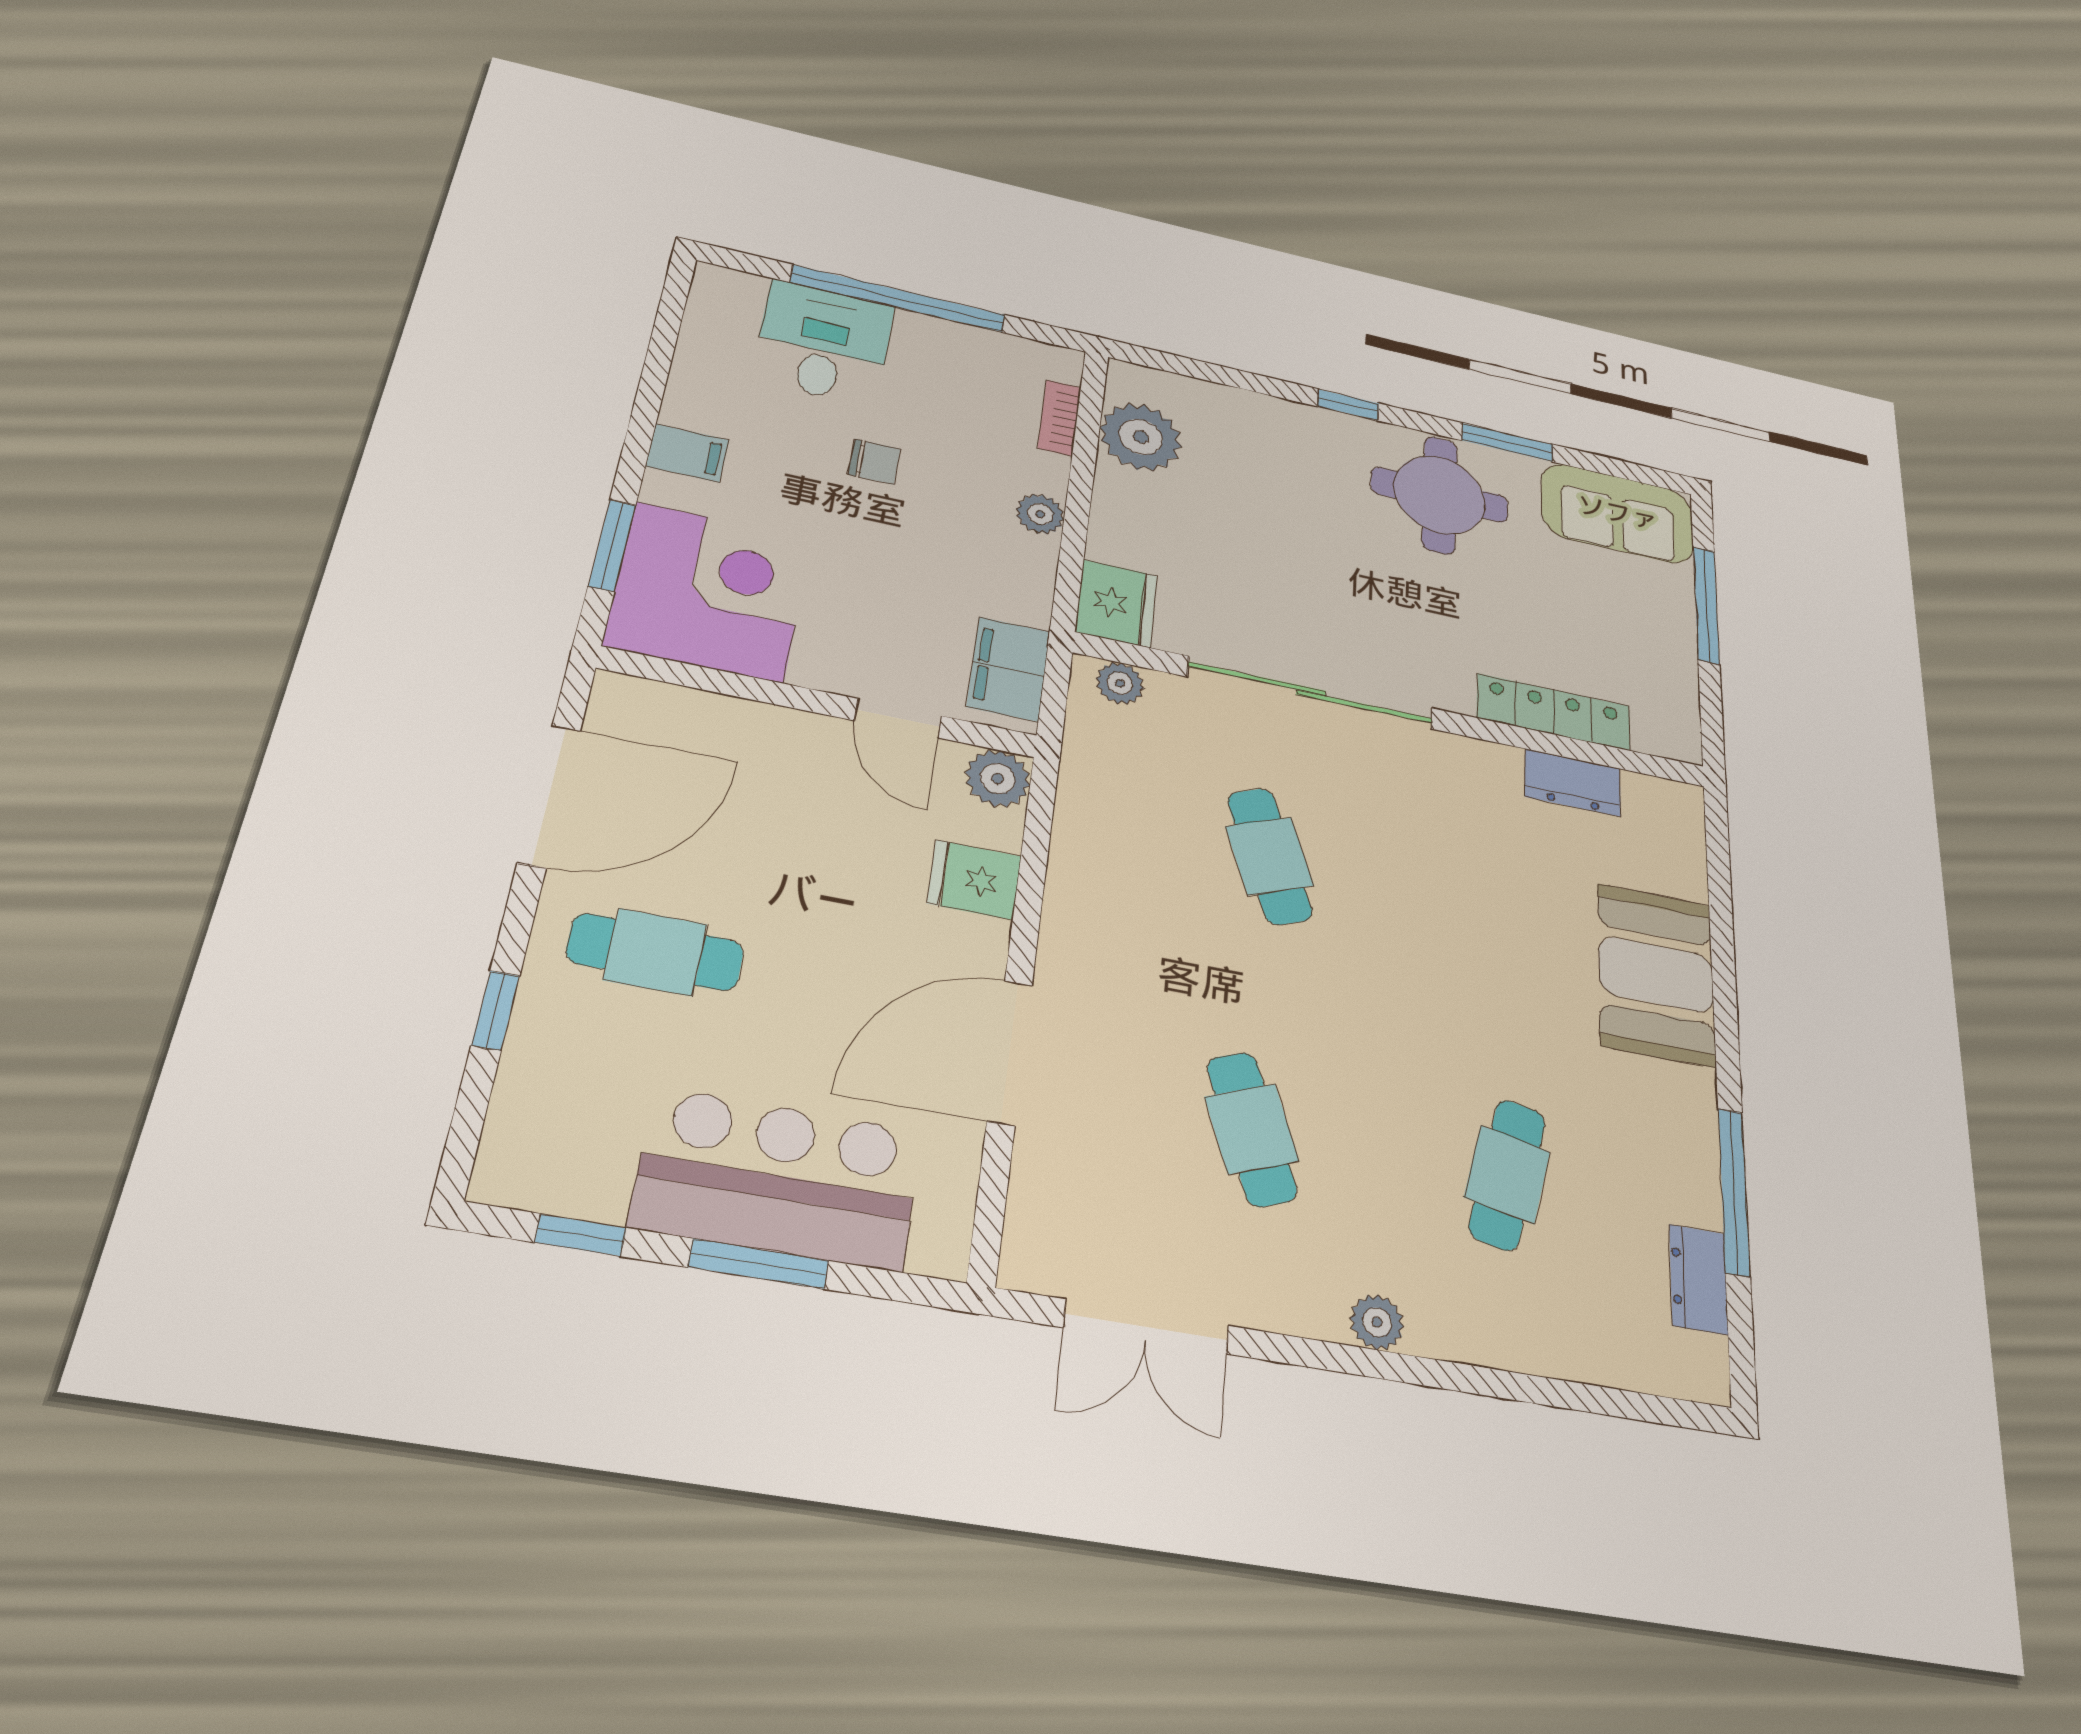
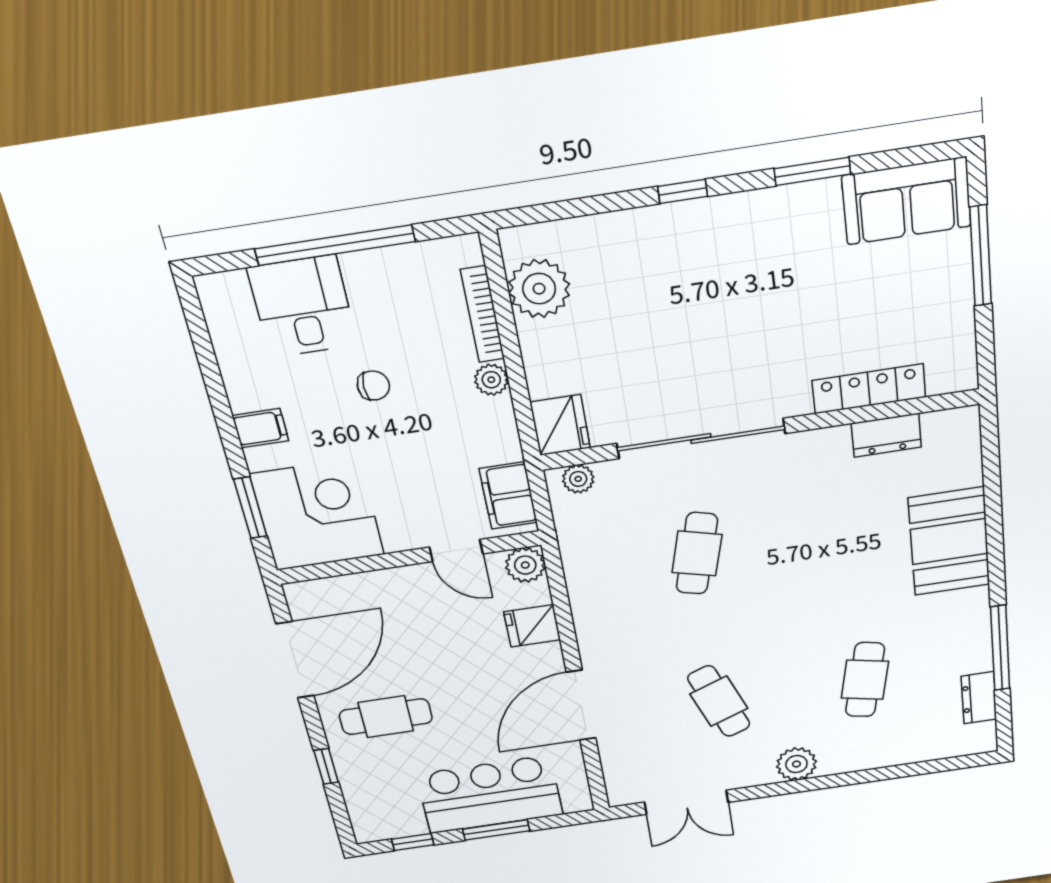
bookcase: (1059, 418) -> (483, 314), width x1.56
round table: (1440, 495) -> (765, 244), removed
cafe table: (1270, 856) -> (697, 553), turned 36
plant: (1377, 1322) -> (796, 764), width x1.38, depth x1.38

